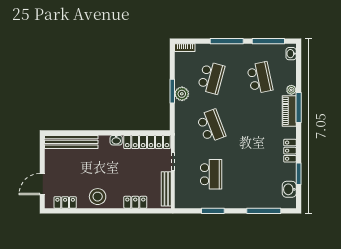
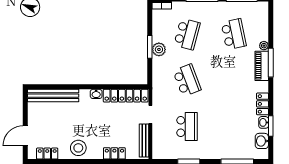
washbasin: (291, 54) -> (264, 122), moved

